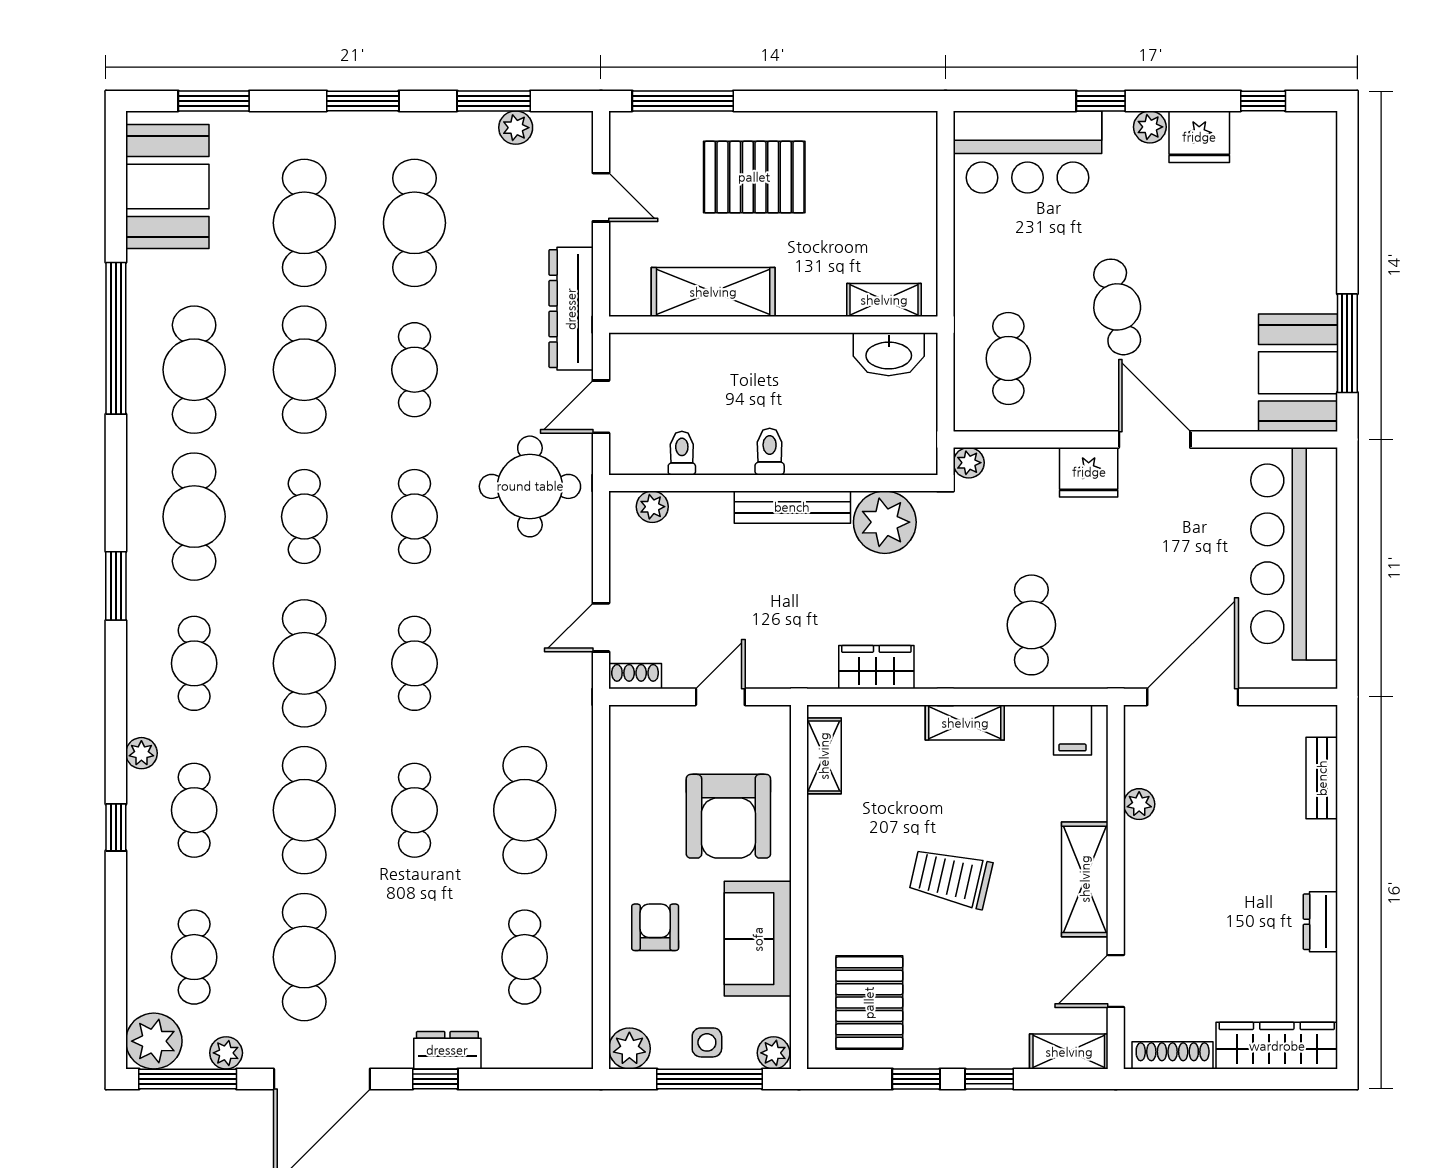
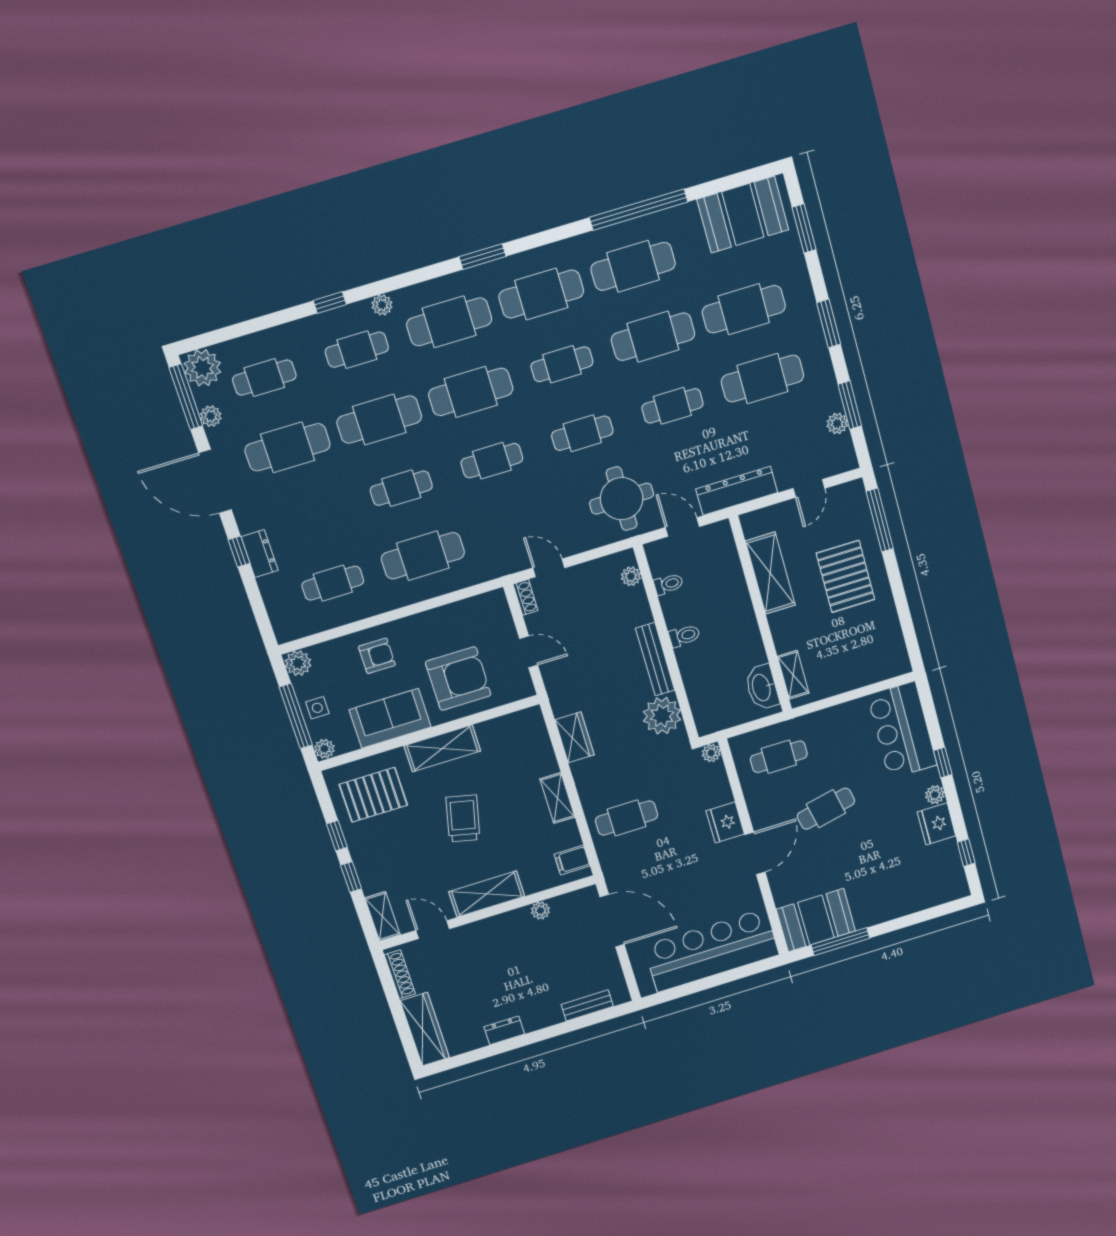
cafe table: (194, 663) -> (449, 322), width x1.37, depth x1.35
shelving: (824, 756) -> (442, 748), moved, width x1.50, depth x1.33
armchair: (728, 816) -> (458, 679), turned 180

